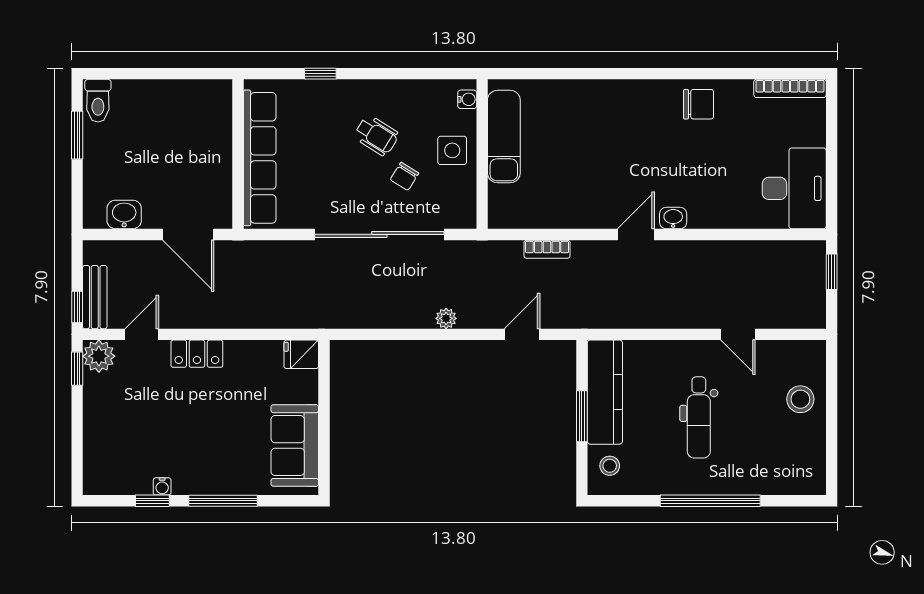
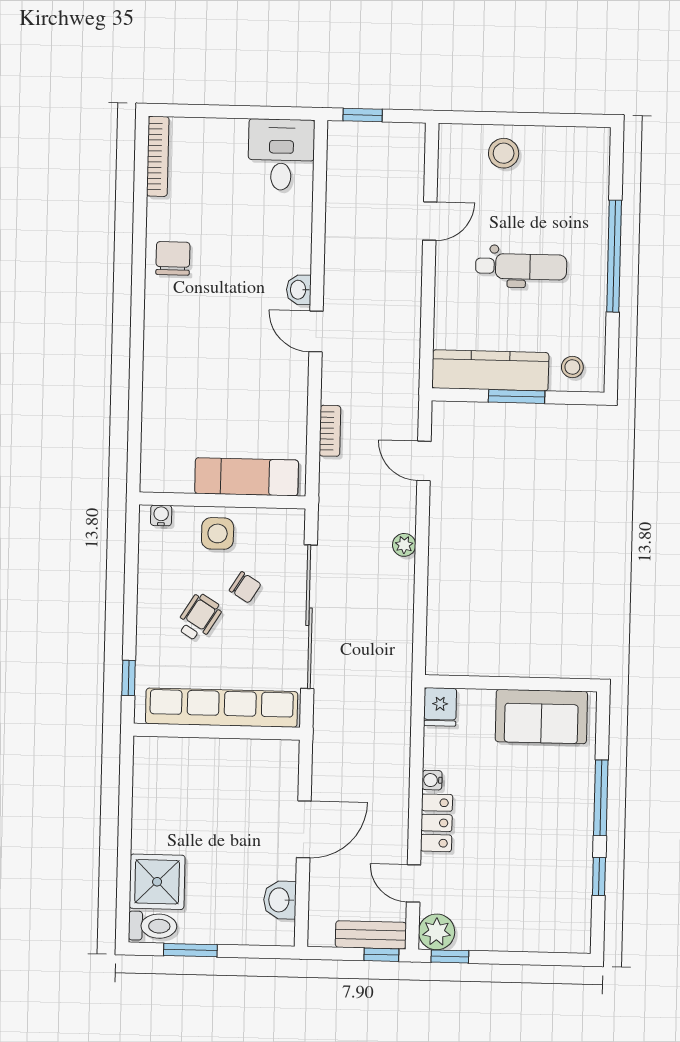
shower: (138, 104) -> (157, 882), added
exam couch: (504, 136) -> (247, 477), moved
wall: (238, 154) -> (217, 732), moved
row of seats: (260, 158) -> (222, 708), moved
desk: (794, 188) -> (281, 155), width x0.73
water cooler: (162, 486) -> (432, 780), moved, turned 180

